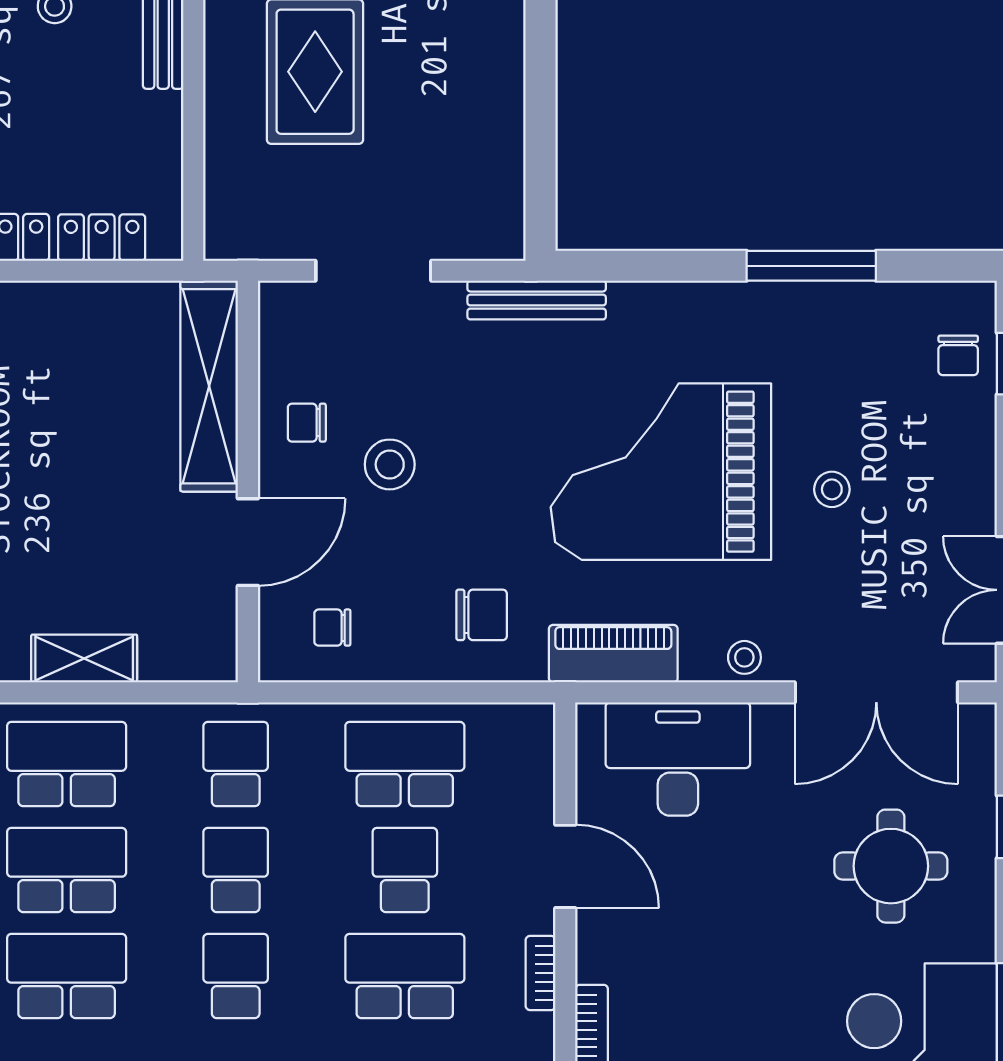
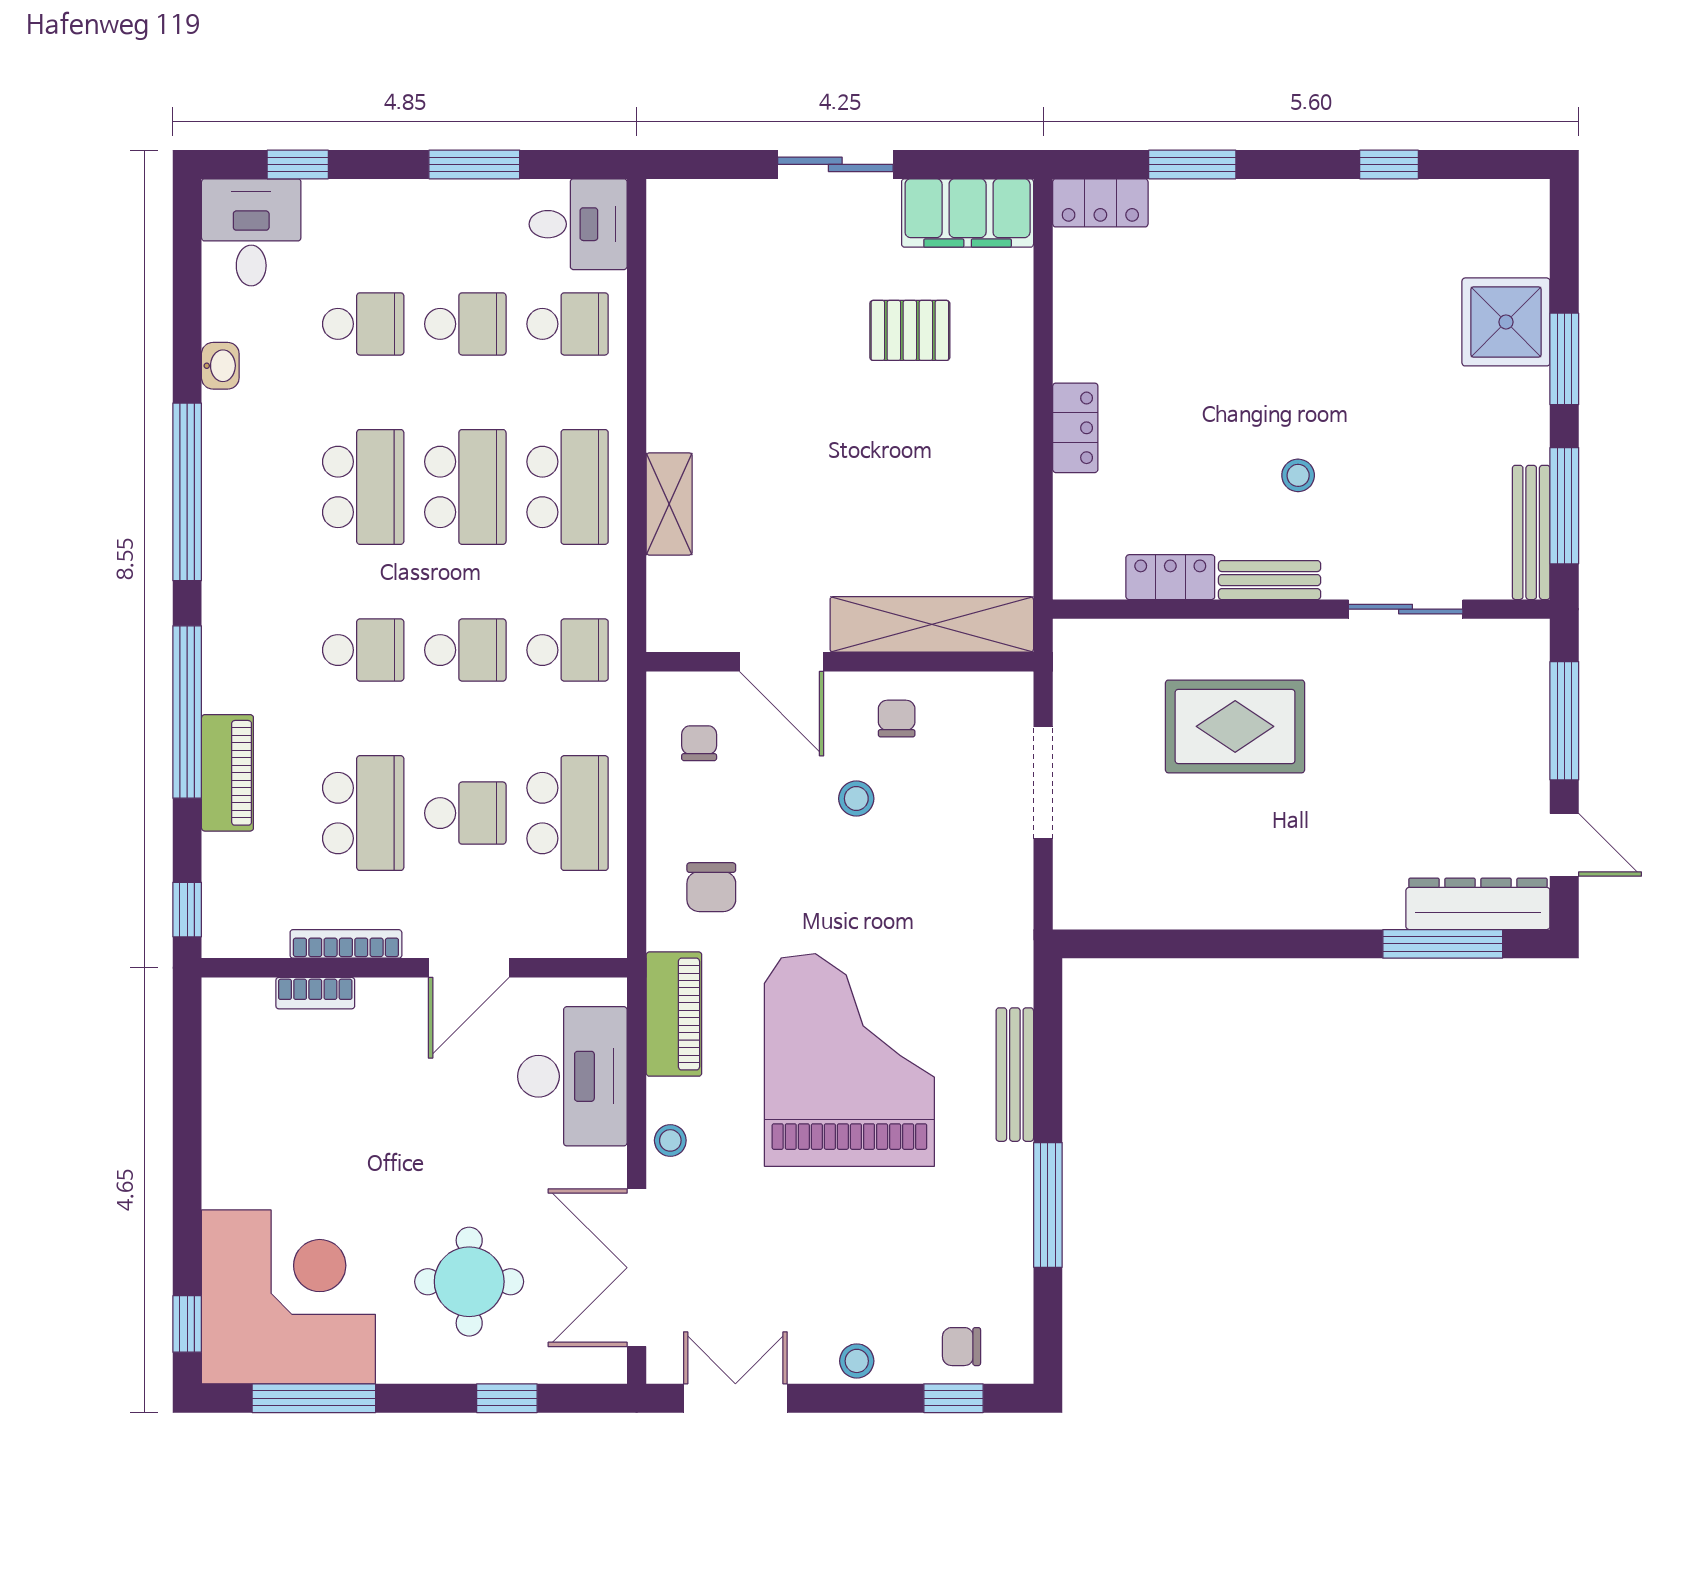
locker: (102, 238) -> (1170, 577), moved, turned -90
bench: (537, 300) -> (1015, 1075), moved
stool: (390, 464) -> (856, 799), width x0.73, depth x0.73
stool: (832, 489) -> (857, 1361), moved
bookcase: (541, 973) -> (346, 944), width x1.56

